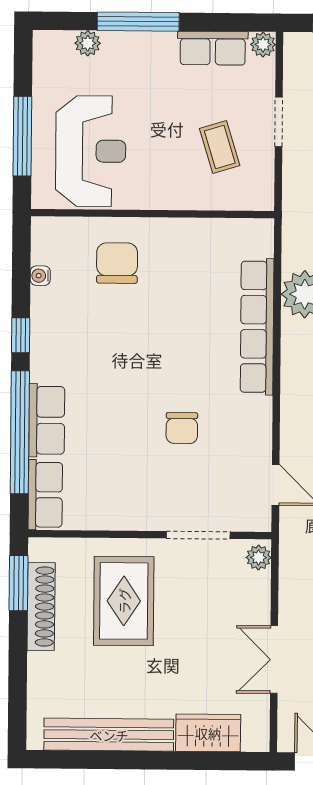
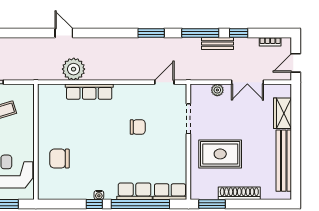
water cooler: (40, 276) -> (99, 195), moved
row of seats: (257, 327) -> (89, 92), width x0.73
plant: (259, 557) -> (217, 90), moved
shoe rack: (41, 606) -> (239, 193), moved

